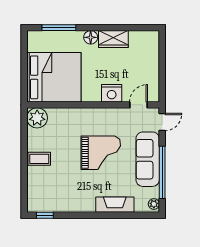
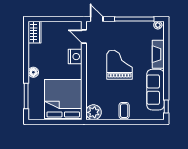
wardrobe: (113, 39) -> (35, 32), moved
sofa: (148, 159) -> (155, 90), moved, turned 90

